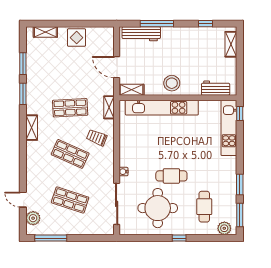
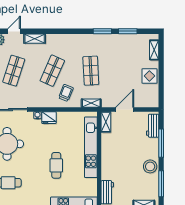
window: (205, 24) -> (161, 184), width x2.17
workbench: (141, 34) -> (153, 126), width x0.73
stool: (172, 83) -> (150, 166), moved
shelving: (32, 128) -> (35, 39), moved
fridge: (126, 158) -> (49, 118), added
cafe table: (171, 176) -> (56, 165), moved

